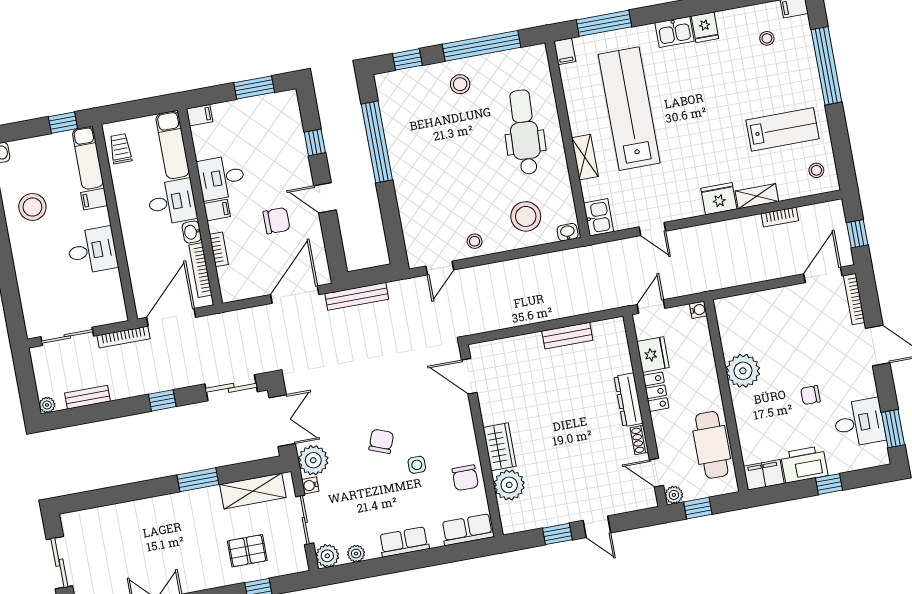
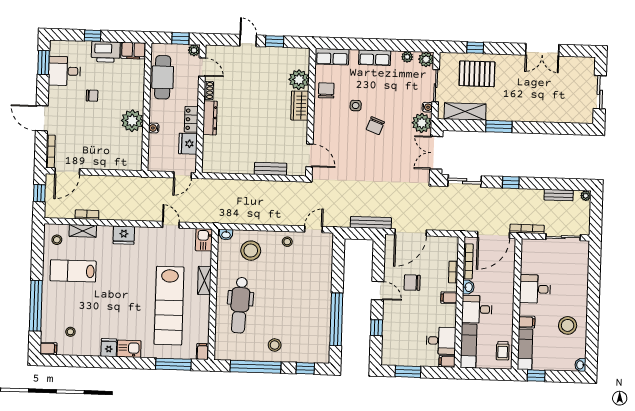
desk: (221, 178) -> (441, 341), moved
shelving: (757, 196) -> (83, 231), moved
water cooler: (698, 310) -> (154, 128), moved
bench: (567, 336) -> (271, 169), moved
pallet: (247, 551) -> (477, 74), width x1.50, depth x1.42

